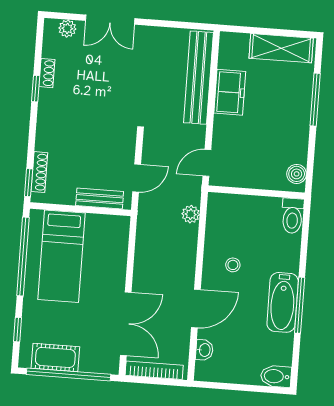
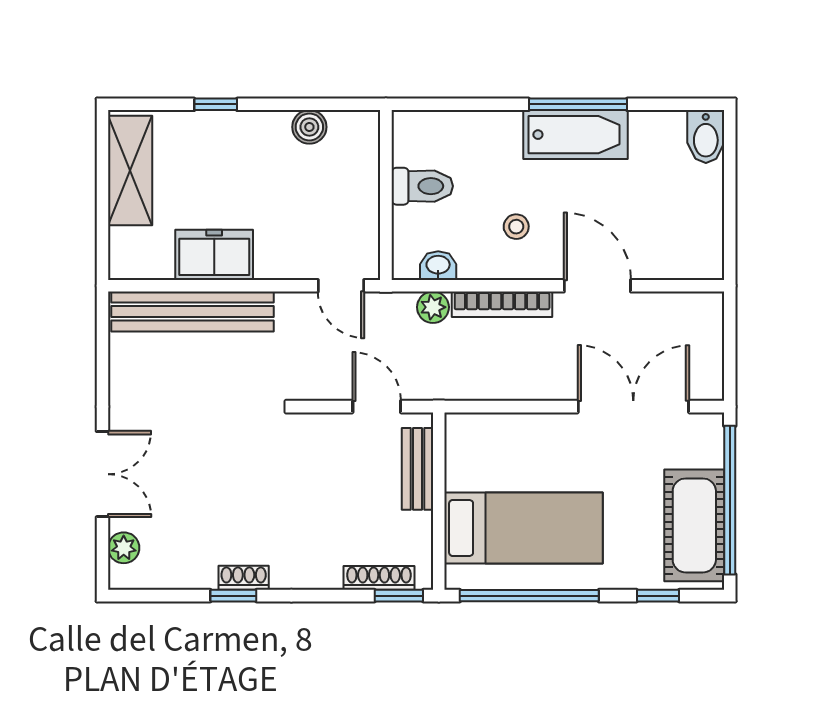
shoe rack: (47, 73) -> (244, 578), moved
window: (315, 100) -> (216, 104), width x0.46
boiler: (297, 174) -> (309, 127), moved
toilet: (292, 216) -> (422, 186), moved
washbasin: (204, 350) -> (438, 266), moved
cot: (55, 357) -> (694, 525), width x1.37, depth x1.34
bookcase: (154, 370) -> (502, 304), moved, turned -90

